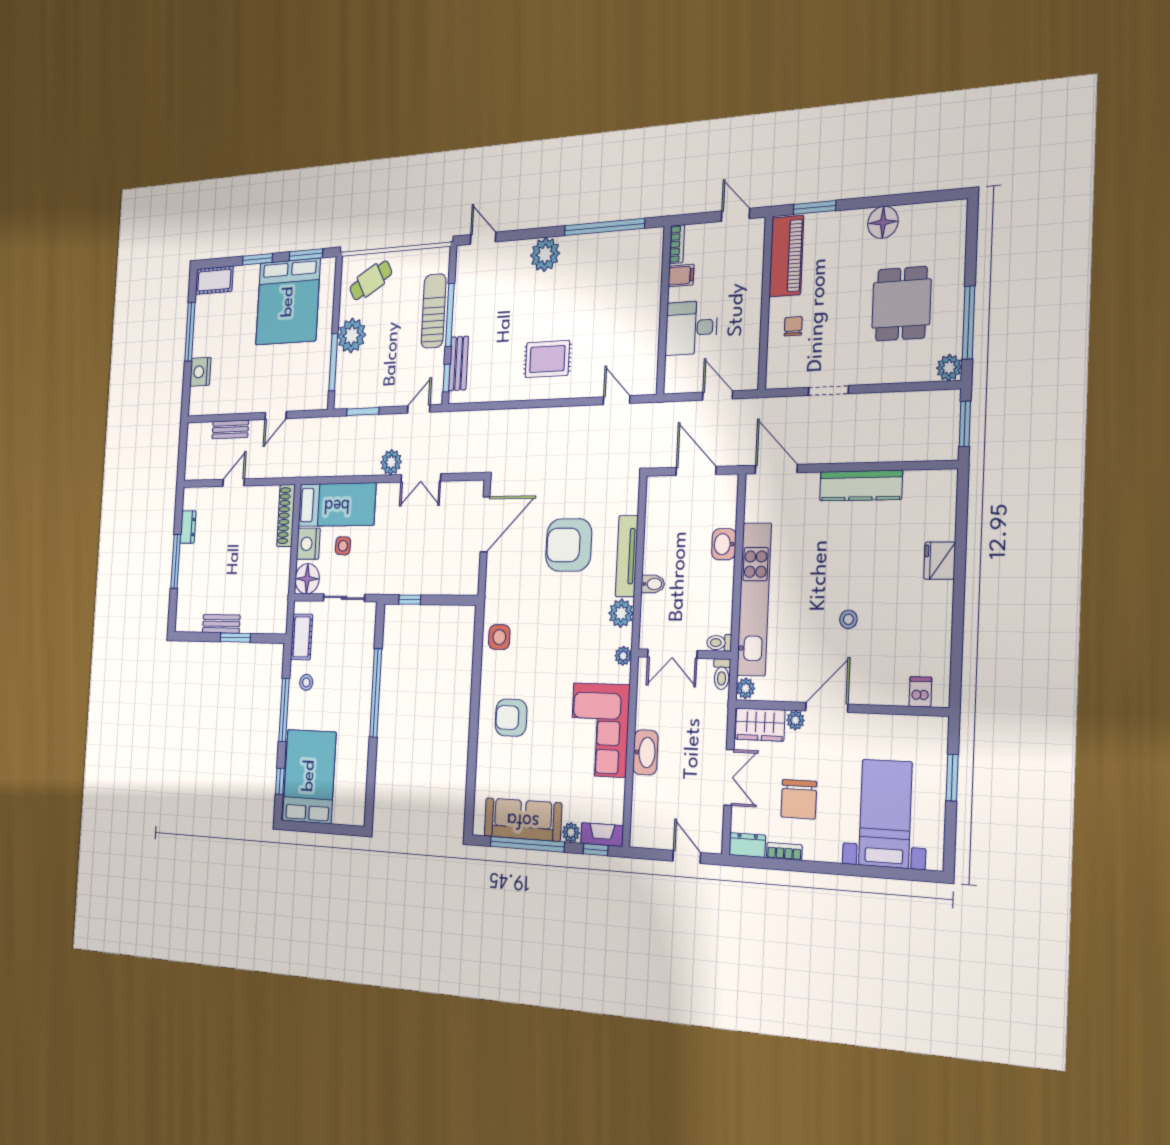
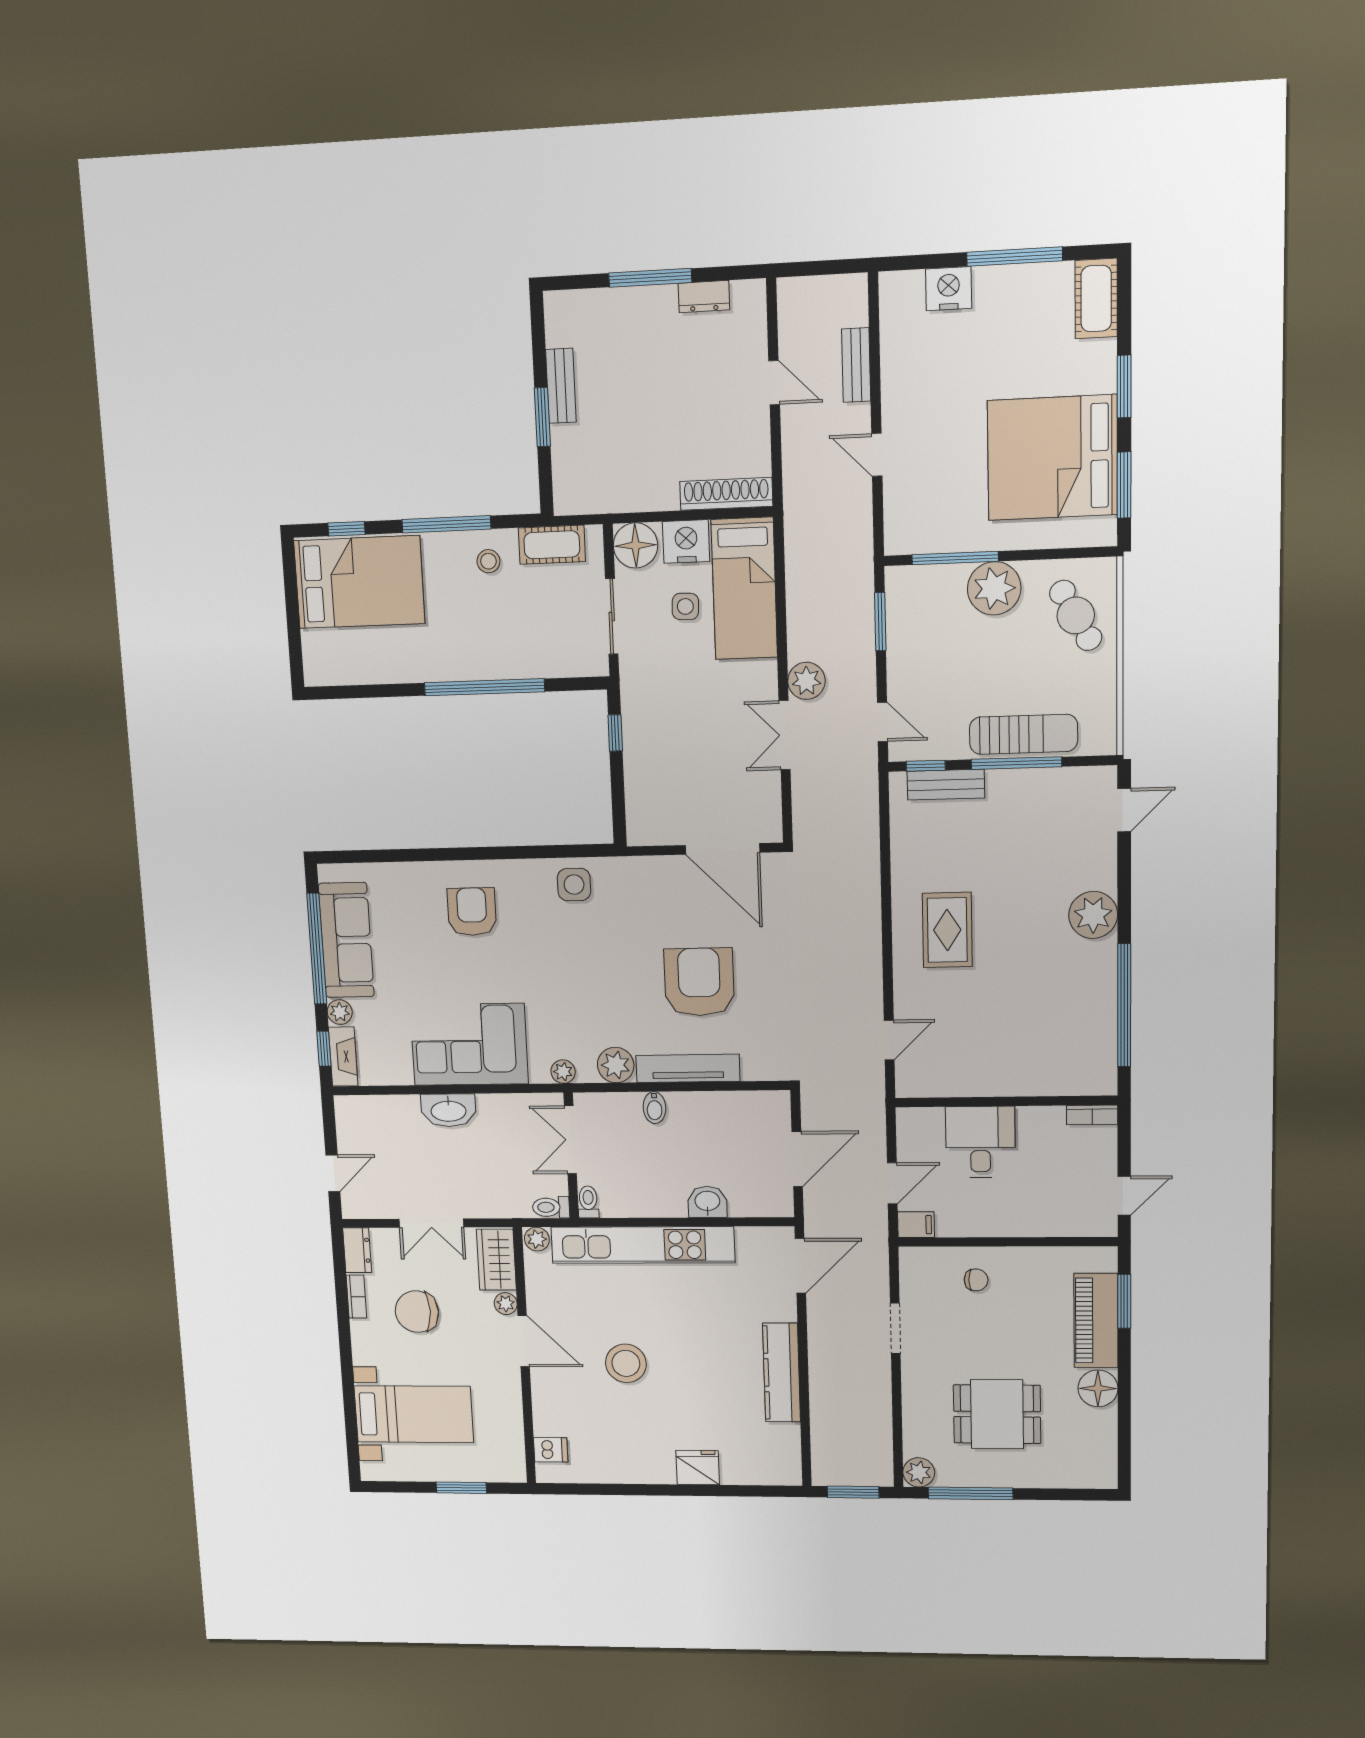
piano: (786, 256) -> (1096, 1321), moved, turned 90
filing cabinet: (681, 275) -> (916, 1225), moved, turned -90
stool: (848, 619) -> (626, 1363), width x1.89, depth x1.89

